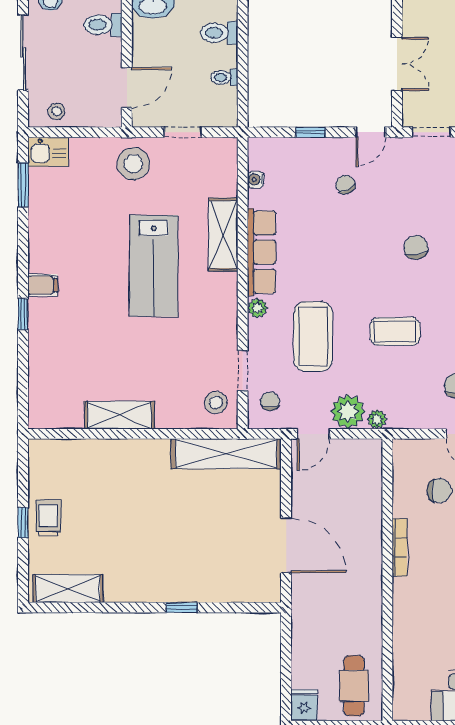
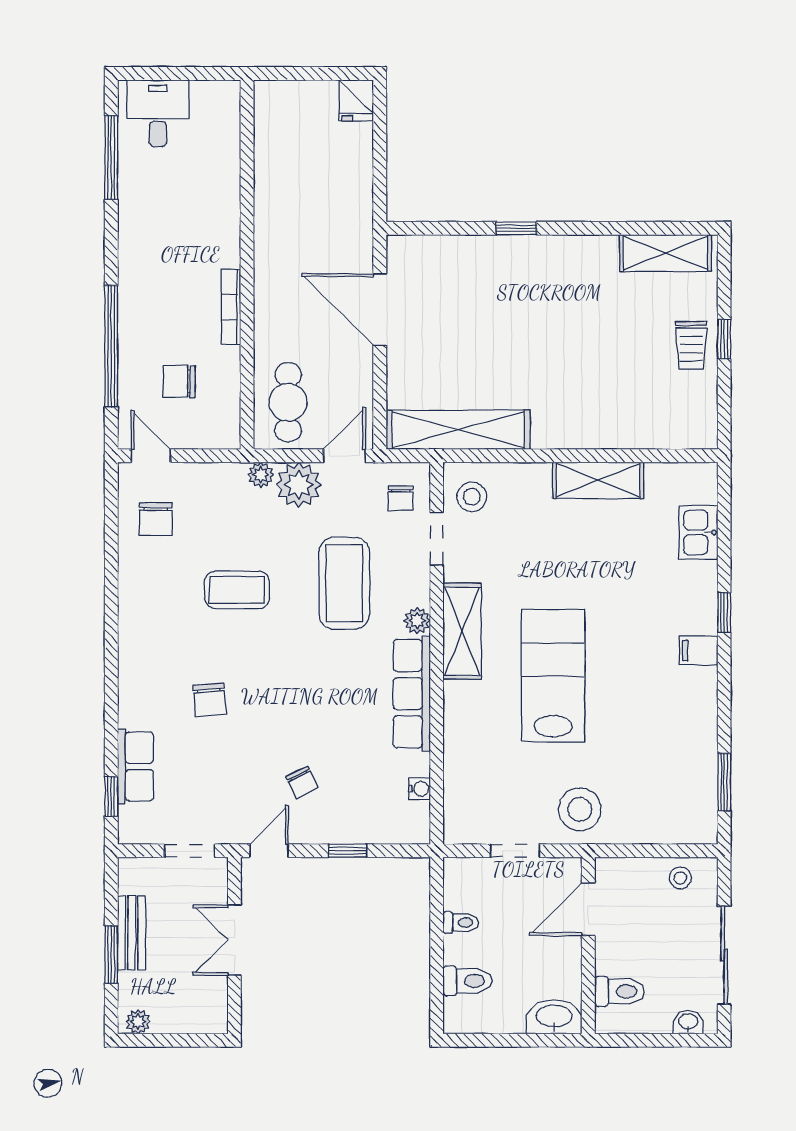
kitchen sink: (48, 152) -> (699, 532), moved, turned -90
shelving: (223, 235) -> (462, 631), moved
cafe table: (354, 686) -> (288, 402), moved

